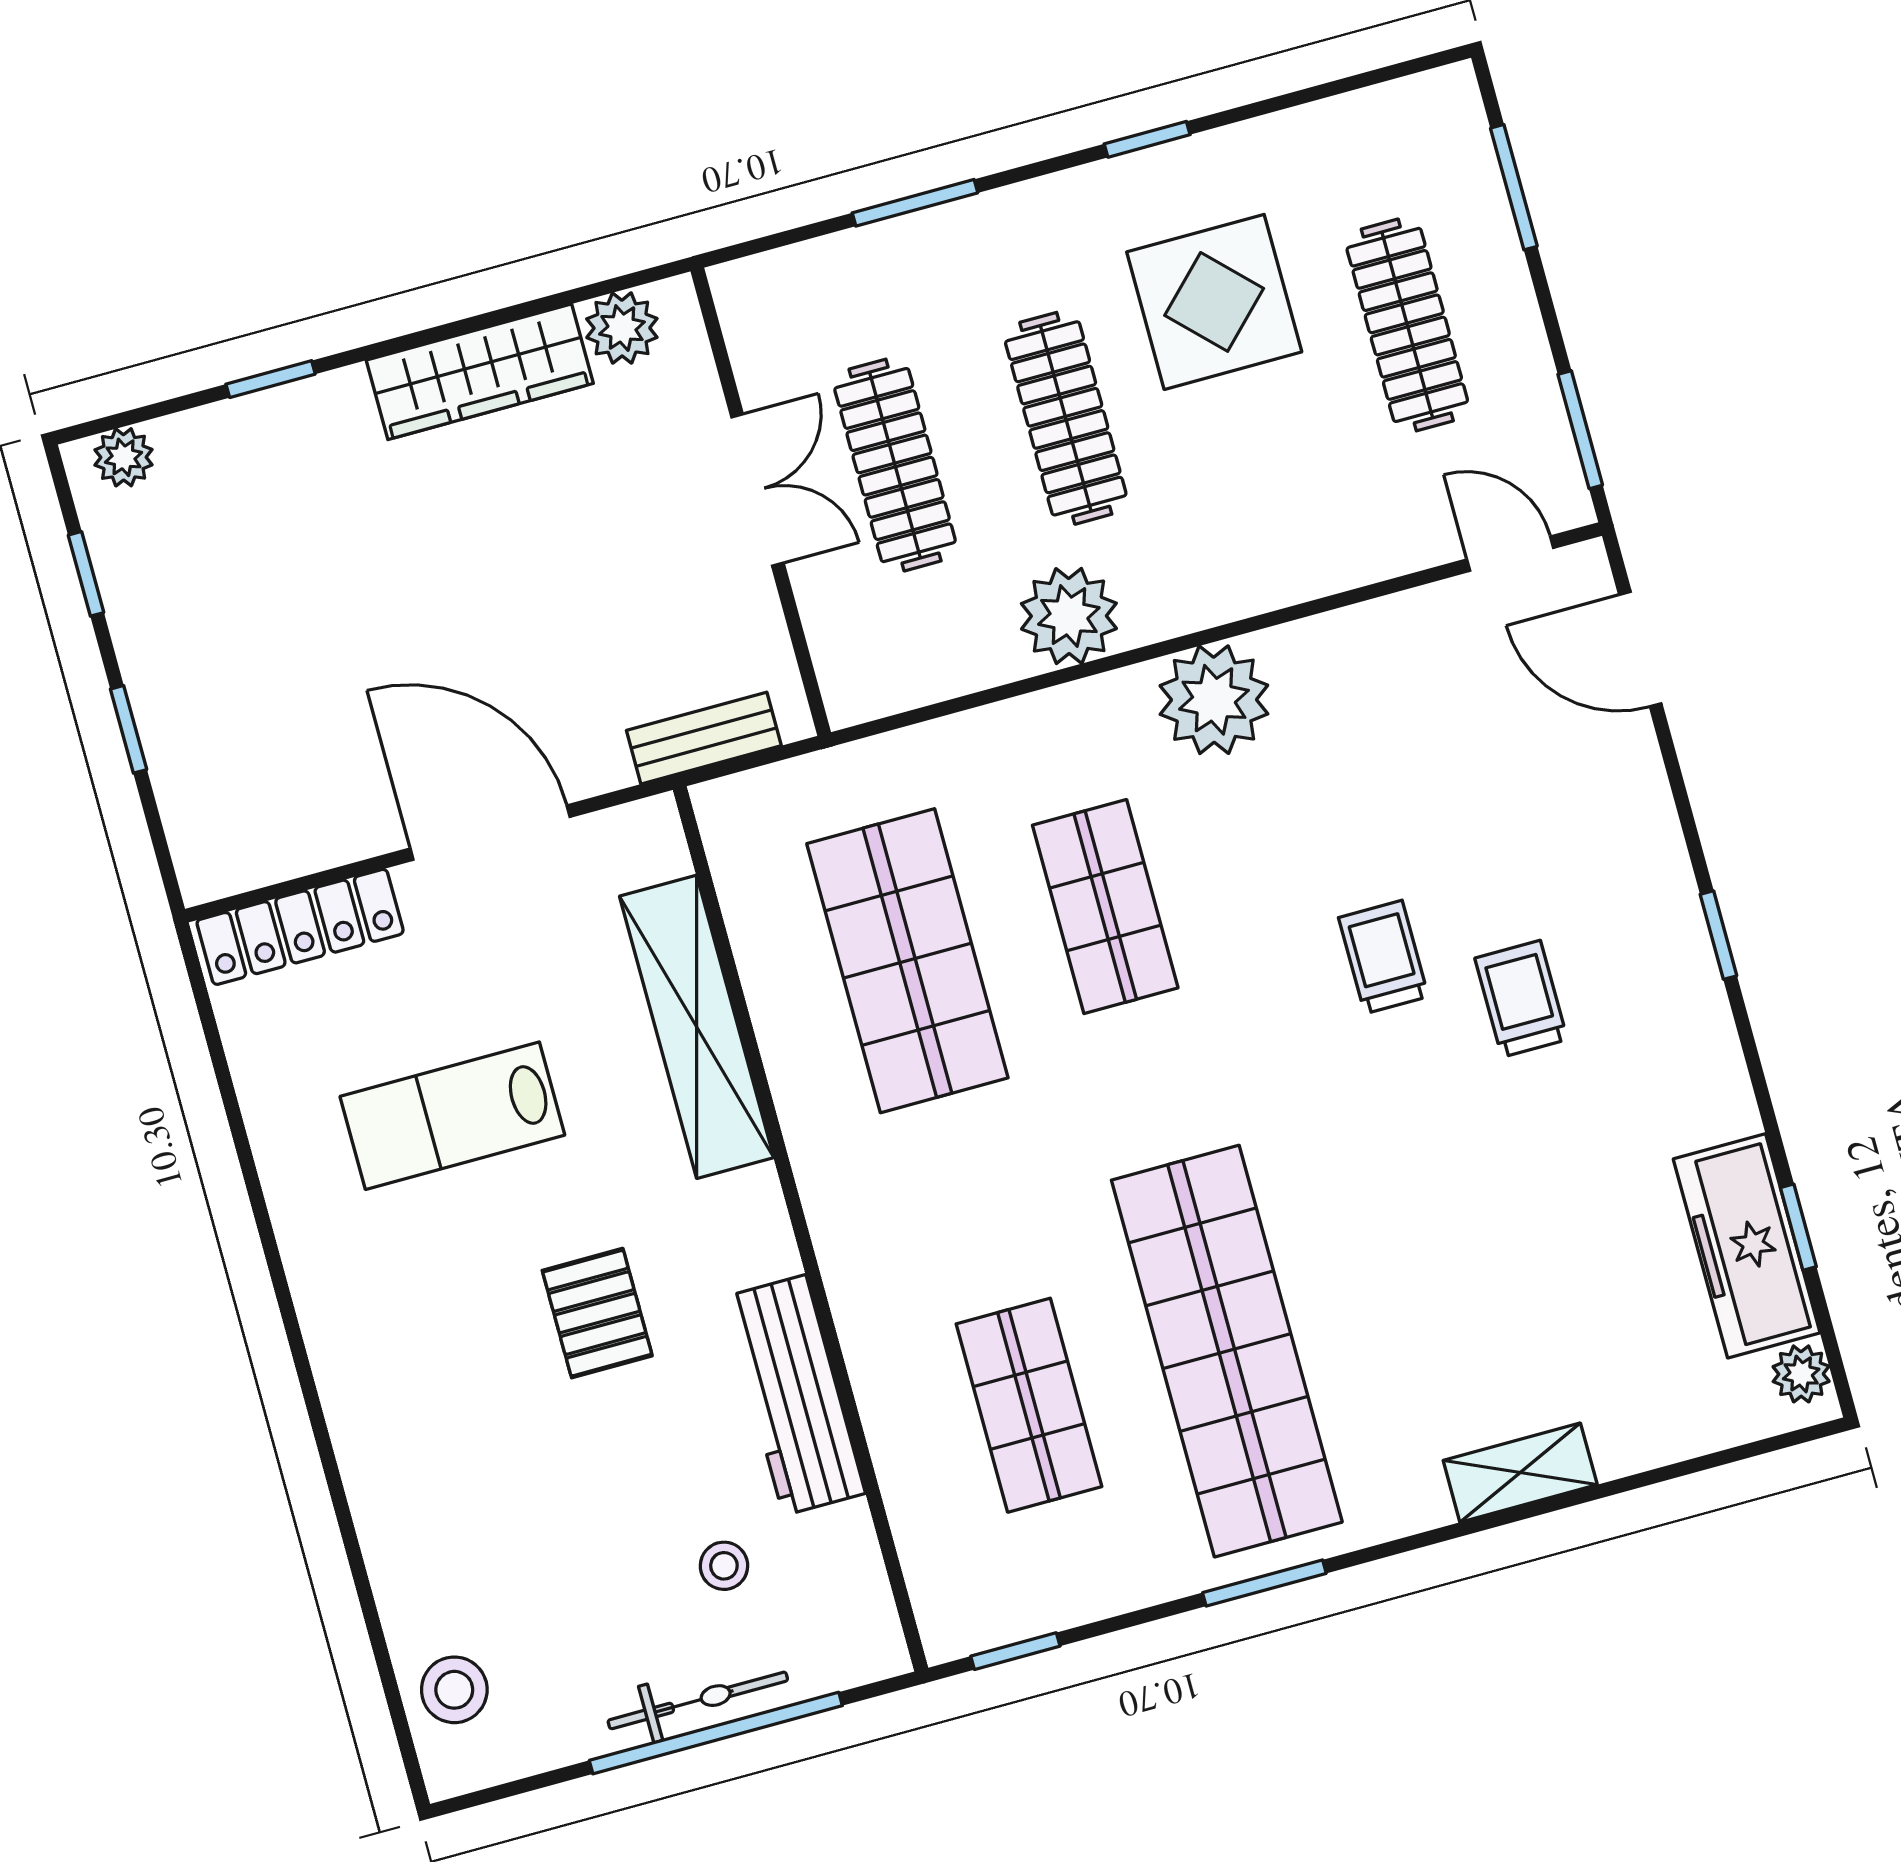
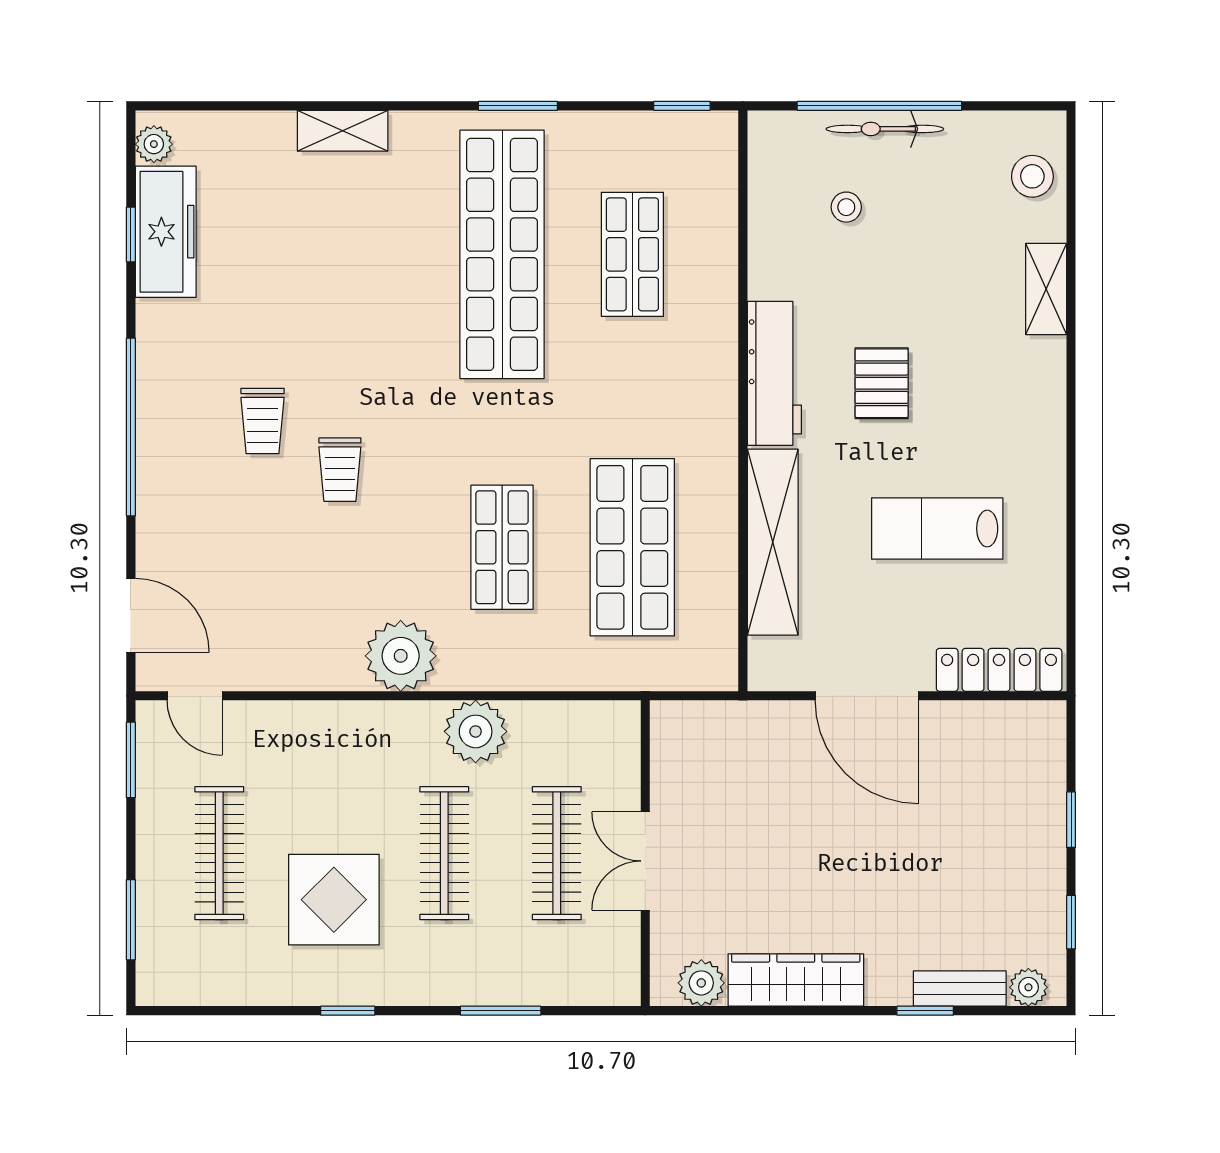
bench: (704, 738) -> (960, 988), moved
window: (1718, 935) -> (131, 427), width x3.17
lab bench: (452, 1116) -> (937, 529), turned 180
workbench: (795, 1395) -> (774, 373), moved
shelving: (387, 1524) -> (1046, 289), added

